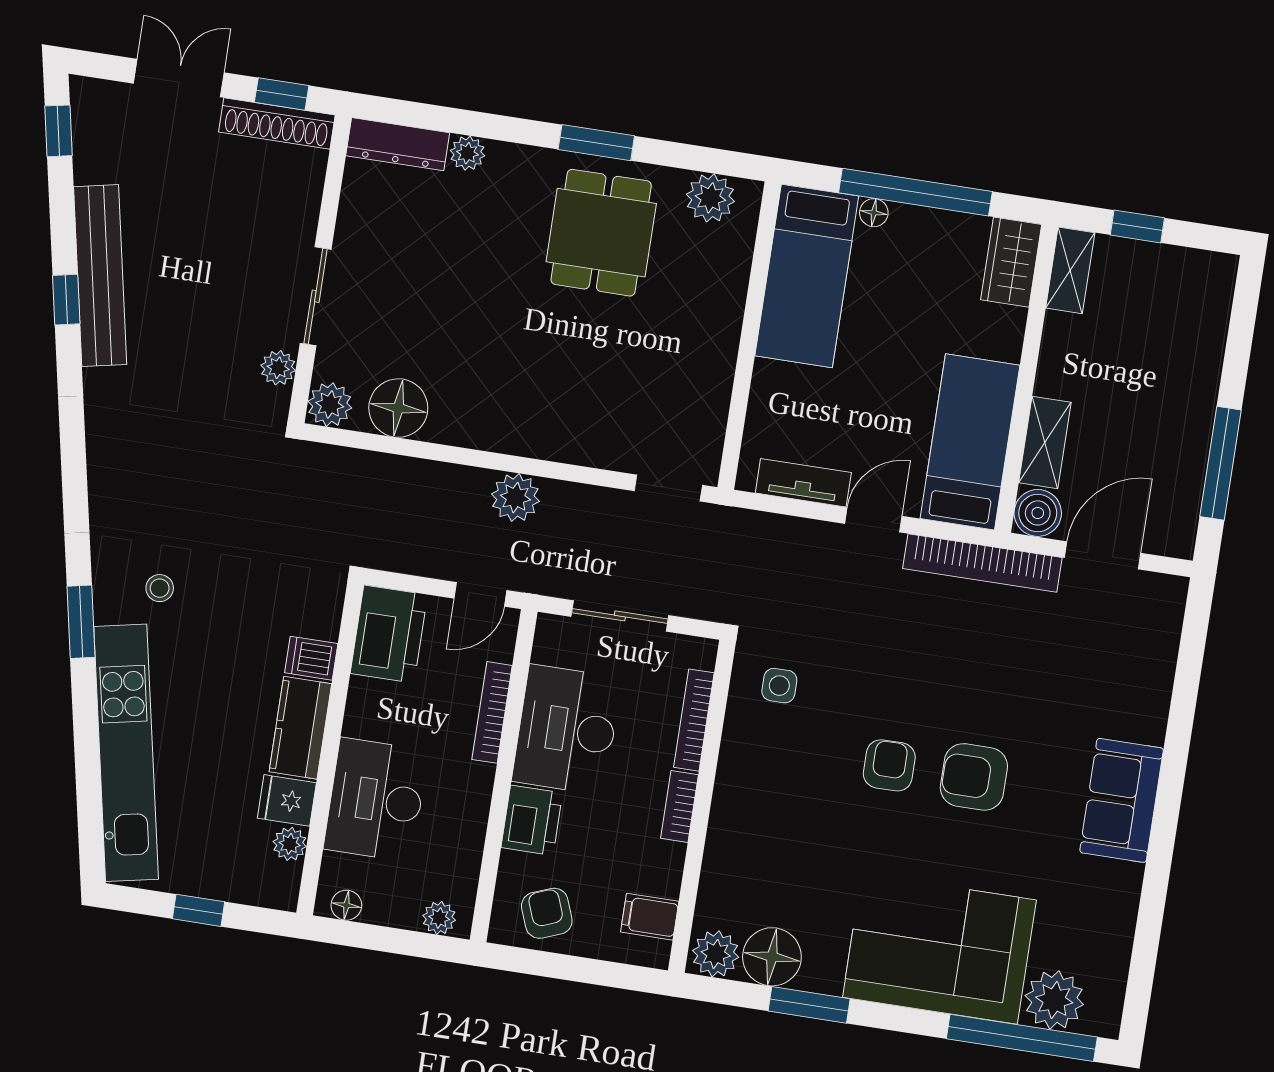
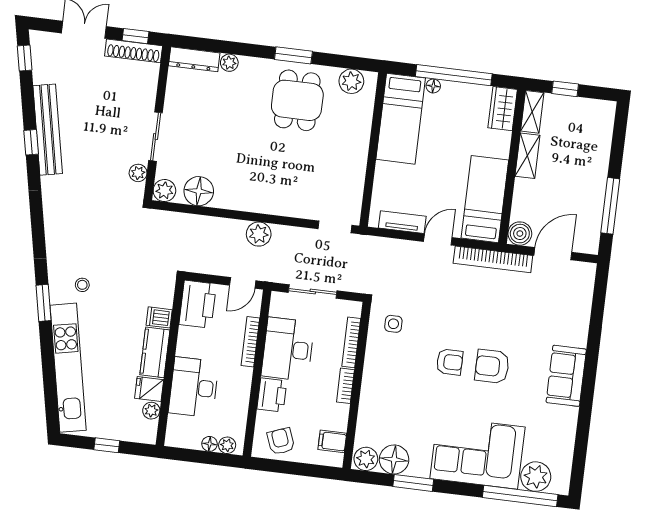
shelving: (1045, 442) -> (527, 156), moved
armchair: (889, 765) -> (450, 362), turned 90
floor lamp: (346, 905) -> (210, 444), moved

